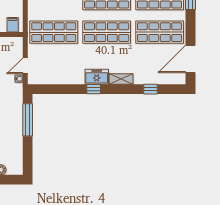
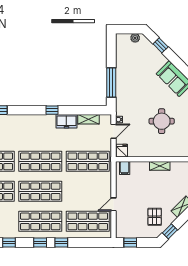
fridge: (16, 44) -> (122, 151), added
freezer: (97, 77) -> (66, 121), moved
shelving: (121, 79) -> (88, 119), moved

